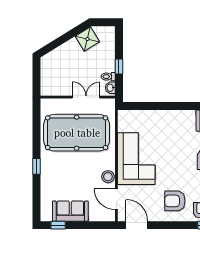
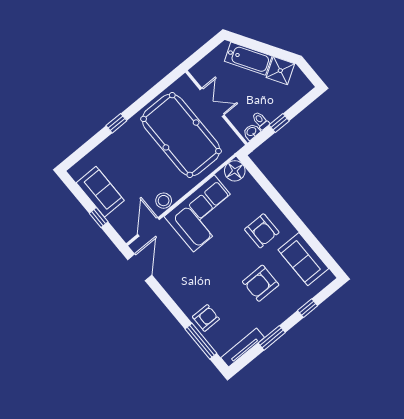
bathtub: (64, 53) -> (248, 59), added
double door: (86, 97) -> (212, 102), moved
floor lamp: (126, 118) -> (235, 171), added
armchair: (175, 201) -> (262, 231), moved, turned 180
window: (58, 225) -> (99, 218), moved

